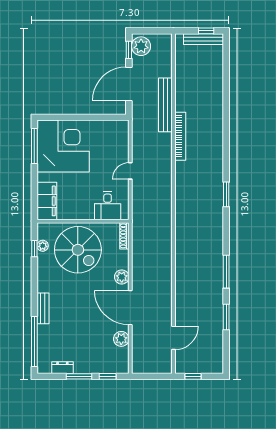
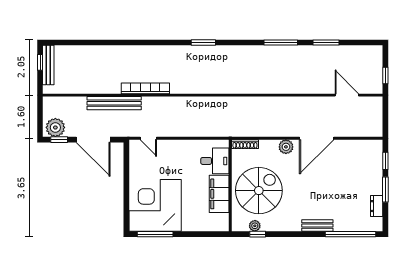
door: (130, 171) -> (148, 138), moved
filing cabinet: (47, 201) -> (219, 194), moved, turned -90
plant: (121, 339) -> (348, 147), removed

